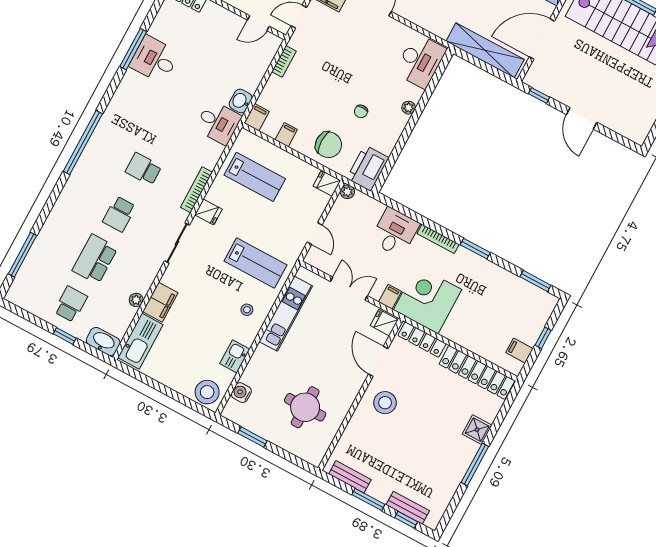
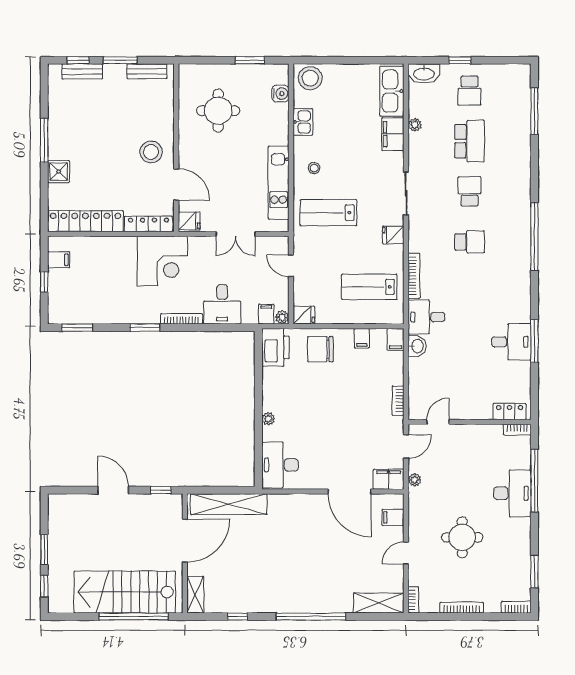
chair: (361, 111) -> (308, 393), removed
bookcase: (196, 190) -> (414, 276), moved
filing cabinet: (390, 297) -> (266, 314), moved, turned 180

